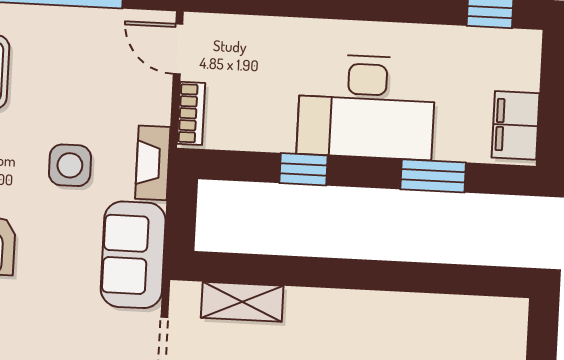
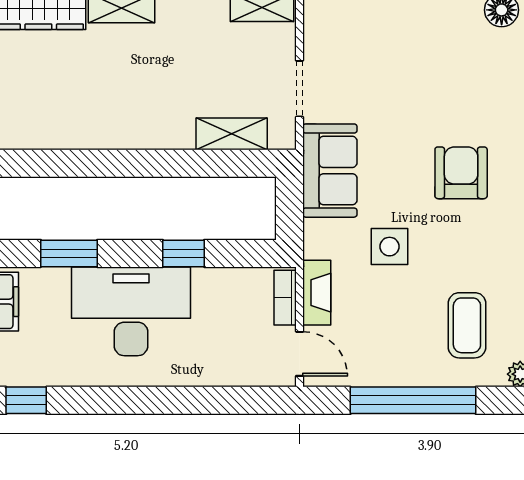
fireplace: (153, 163) -> (317, 293), moved

